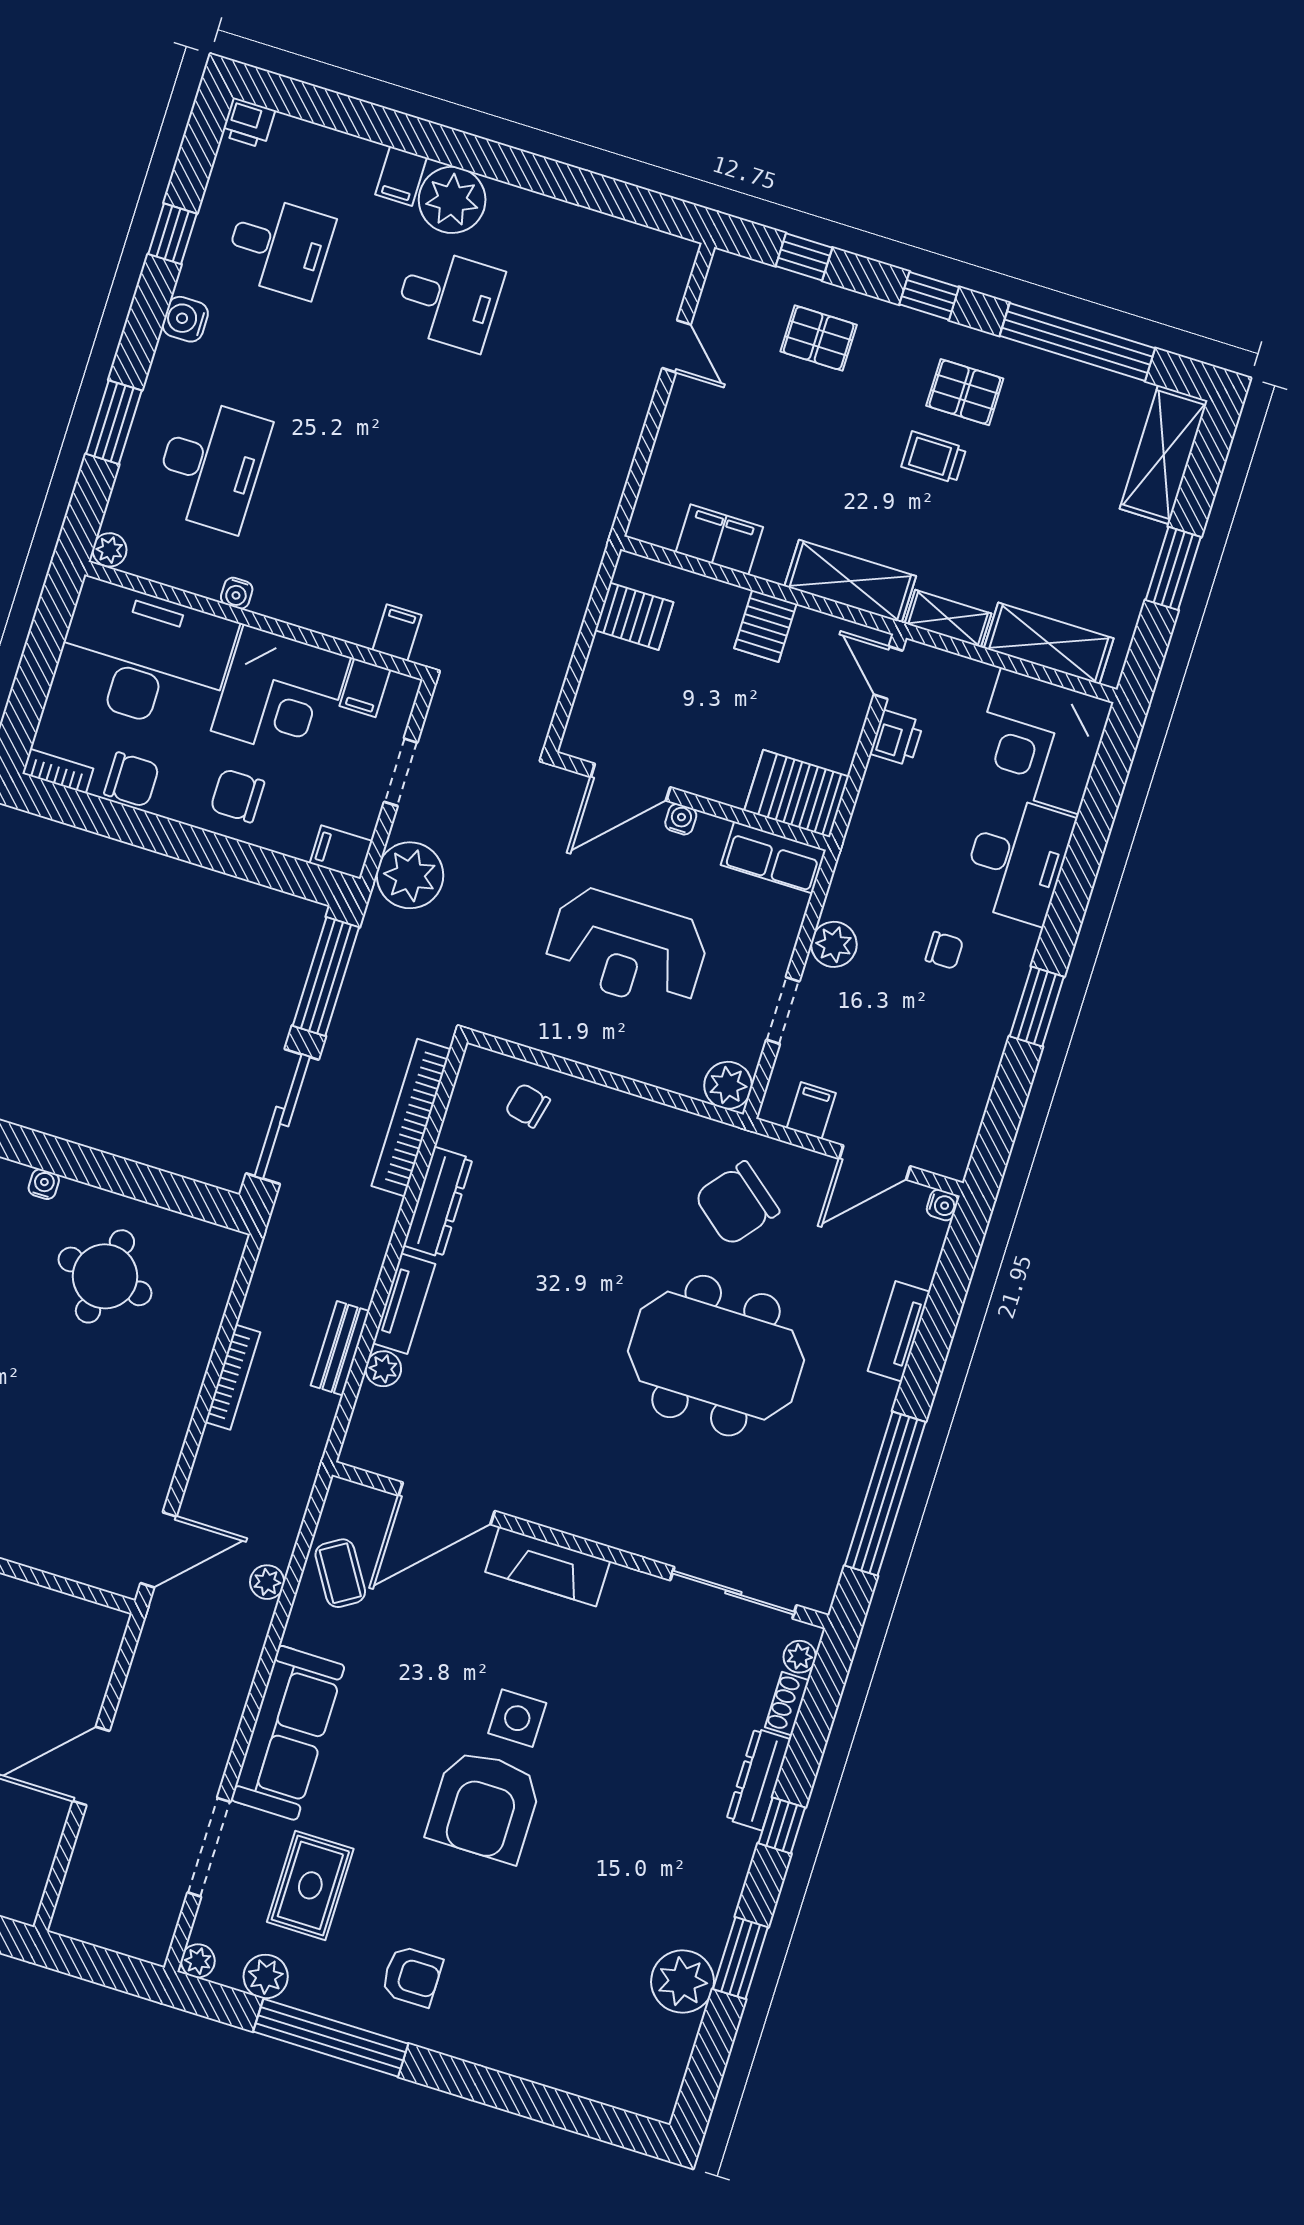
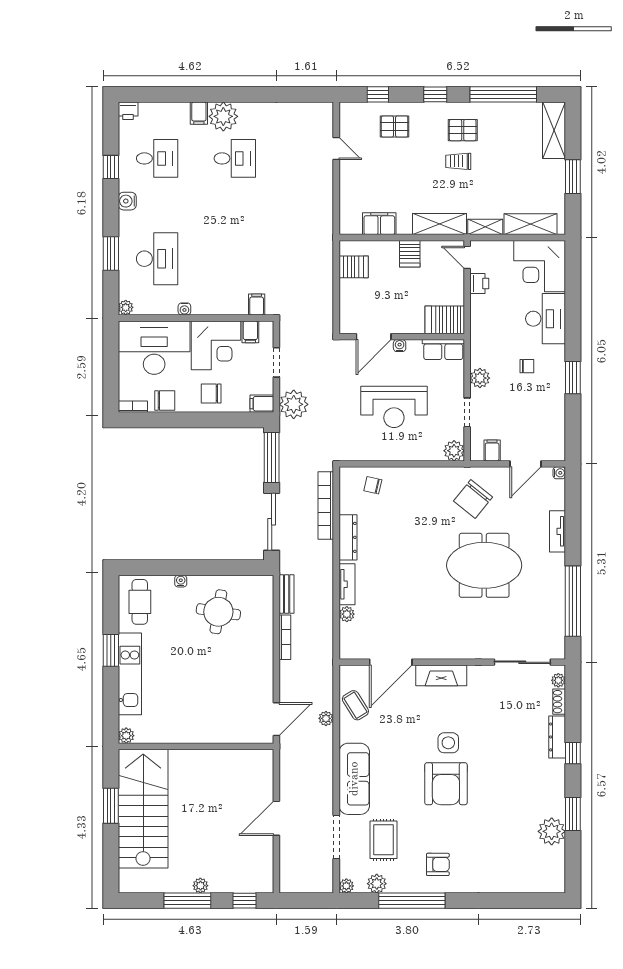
bench: (340, 1348) -> (287, 594), moved

